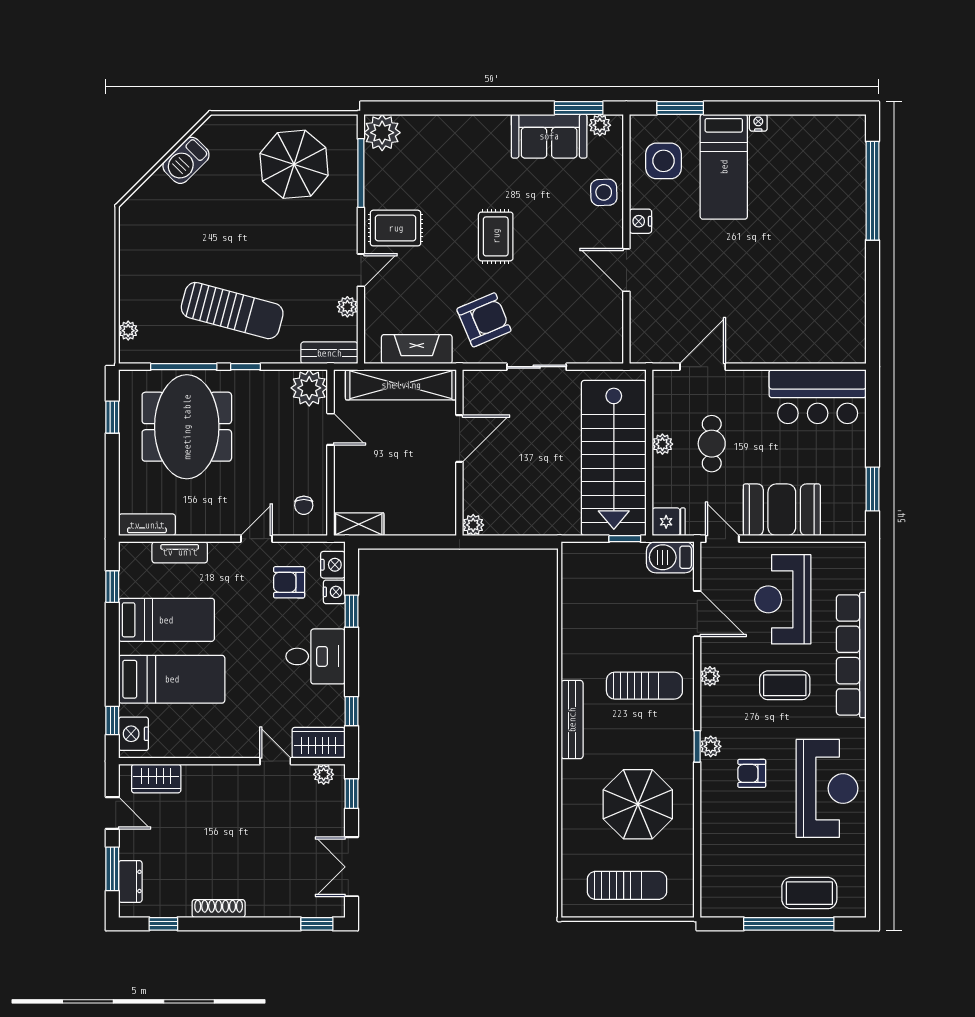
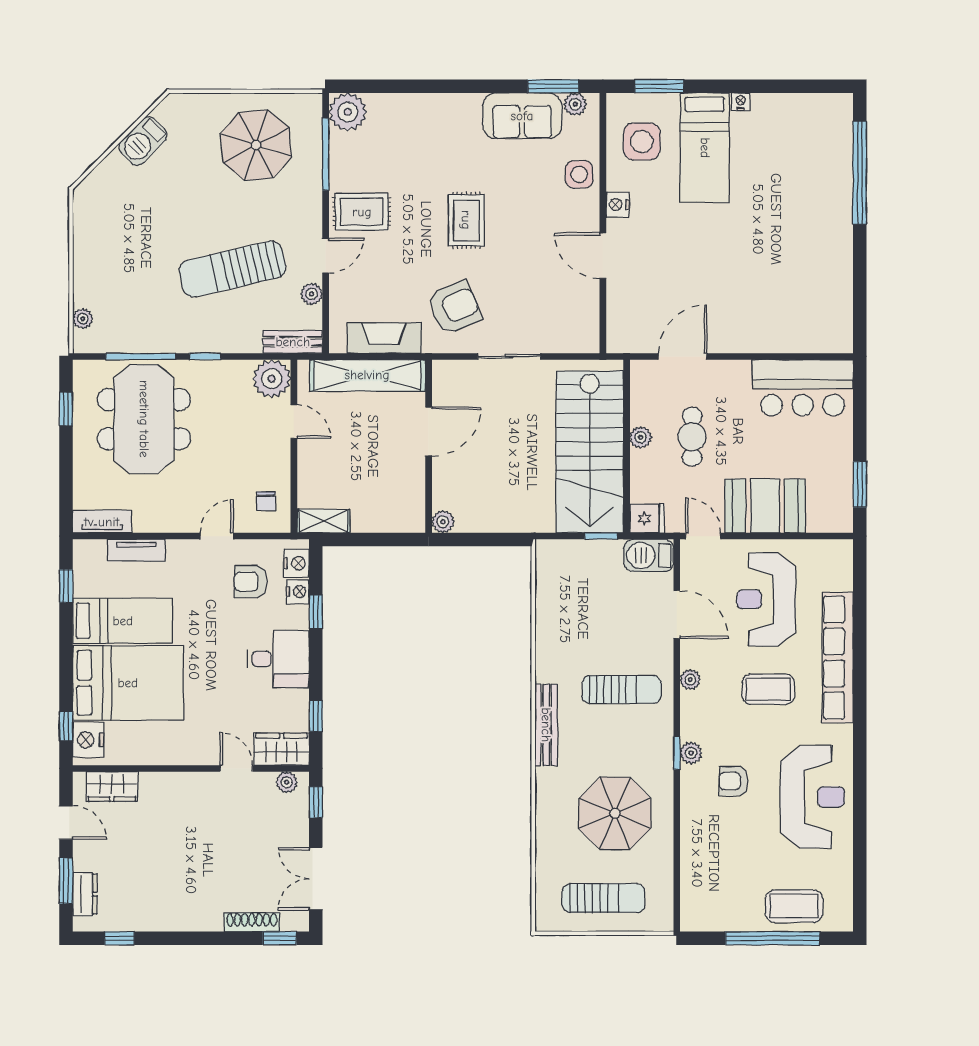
sun lounger: (232, 311) -> (232, 269), moved, turned 152
bed: (172, 679) -> (128, 683), width x1.50
shoe rack: (219, 909) -> (252, 922), moved

